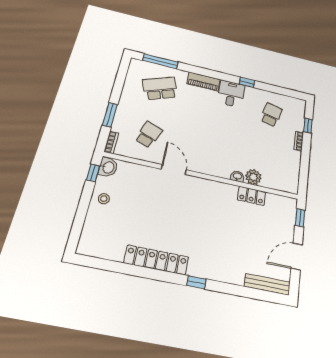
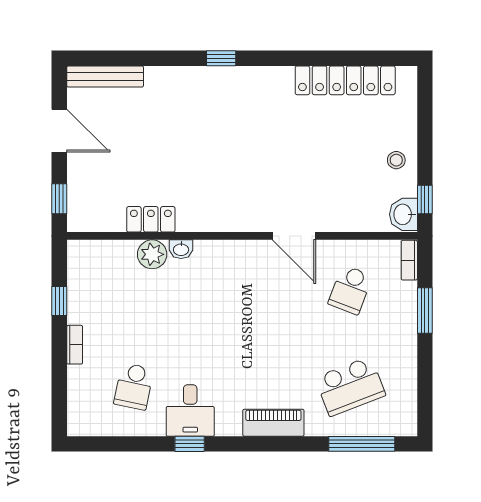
desk: (231, 94) -> (190, 411), moved
window: (308, 126) -> (59, 301), moved
door: (297, 257) -> (59, 131), hinge flipped
locker: (156, 260) -> (345, 80), moved

